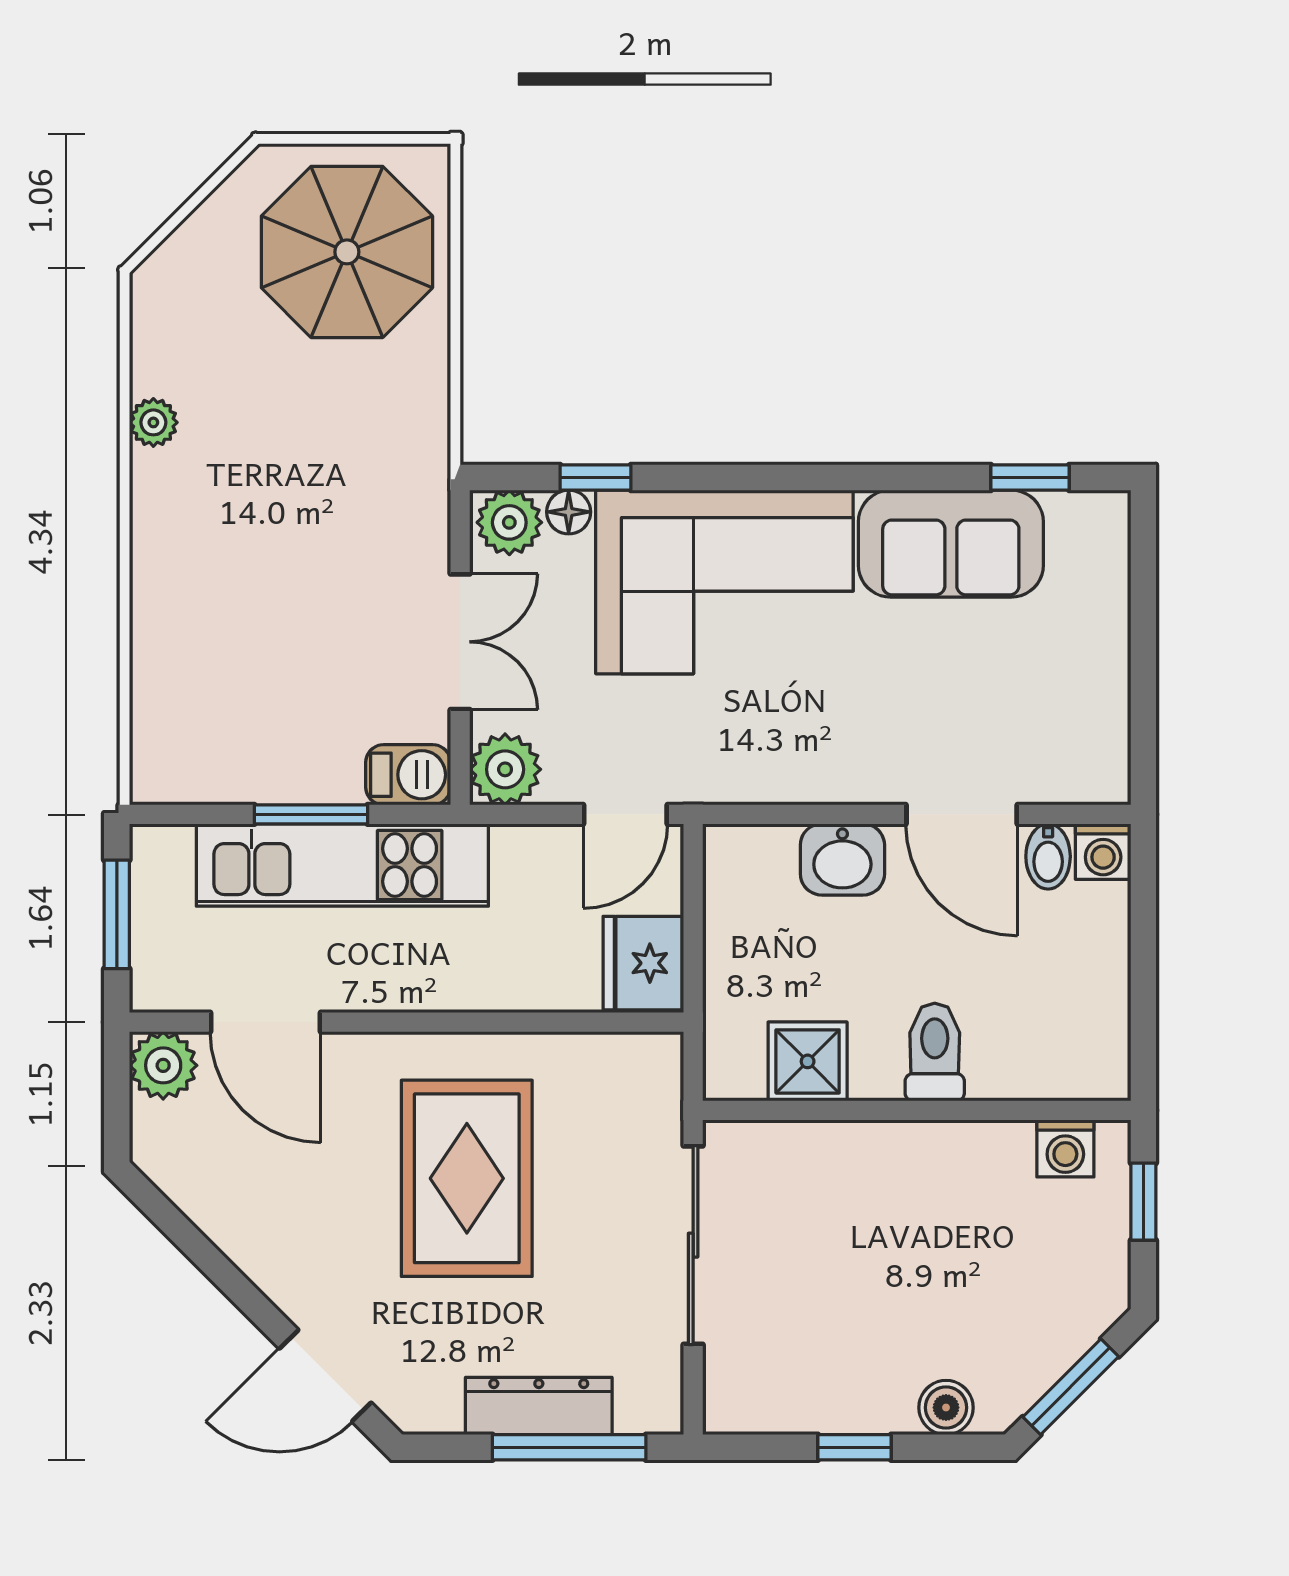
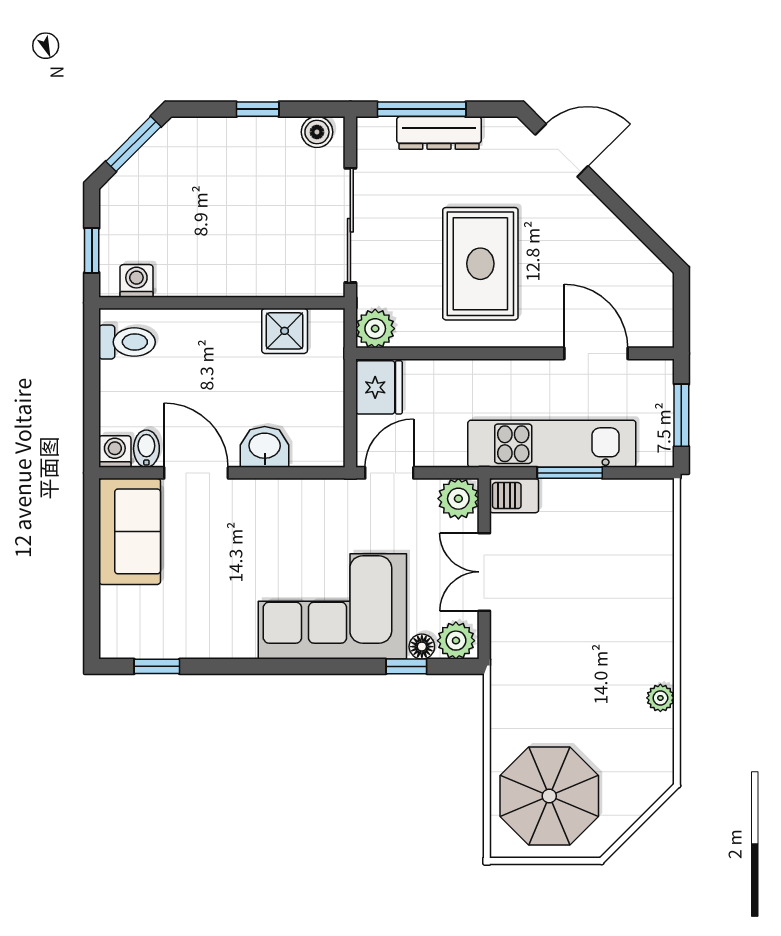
sofa: (951, 544) -> (130, 531), moved, turned 90
toilet: (935, 1052) -> (127, 342), moved, turned -90
plant: (163, 1065) -> (375, 329), moved
boiler: (946, 1408) -> (317, 132), moved

